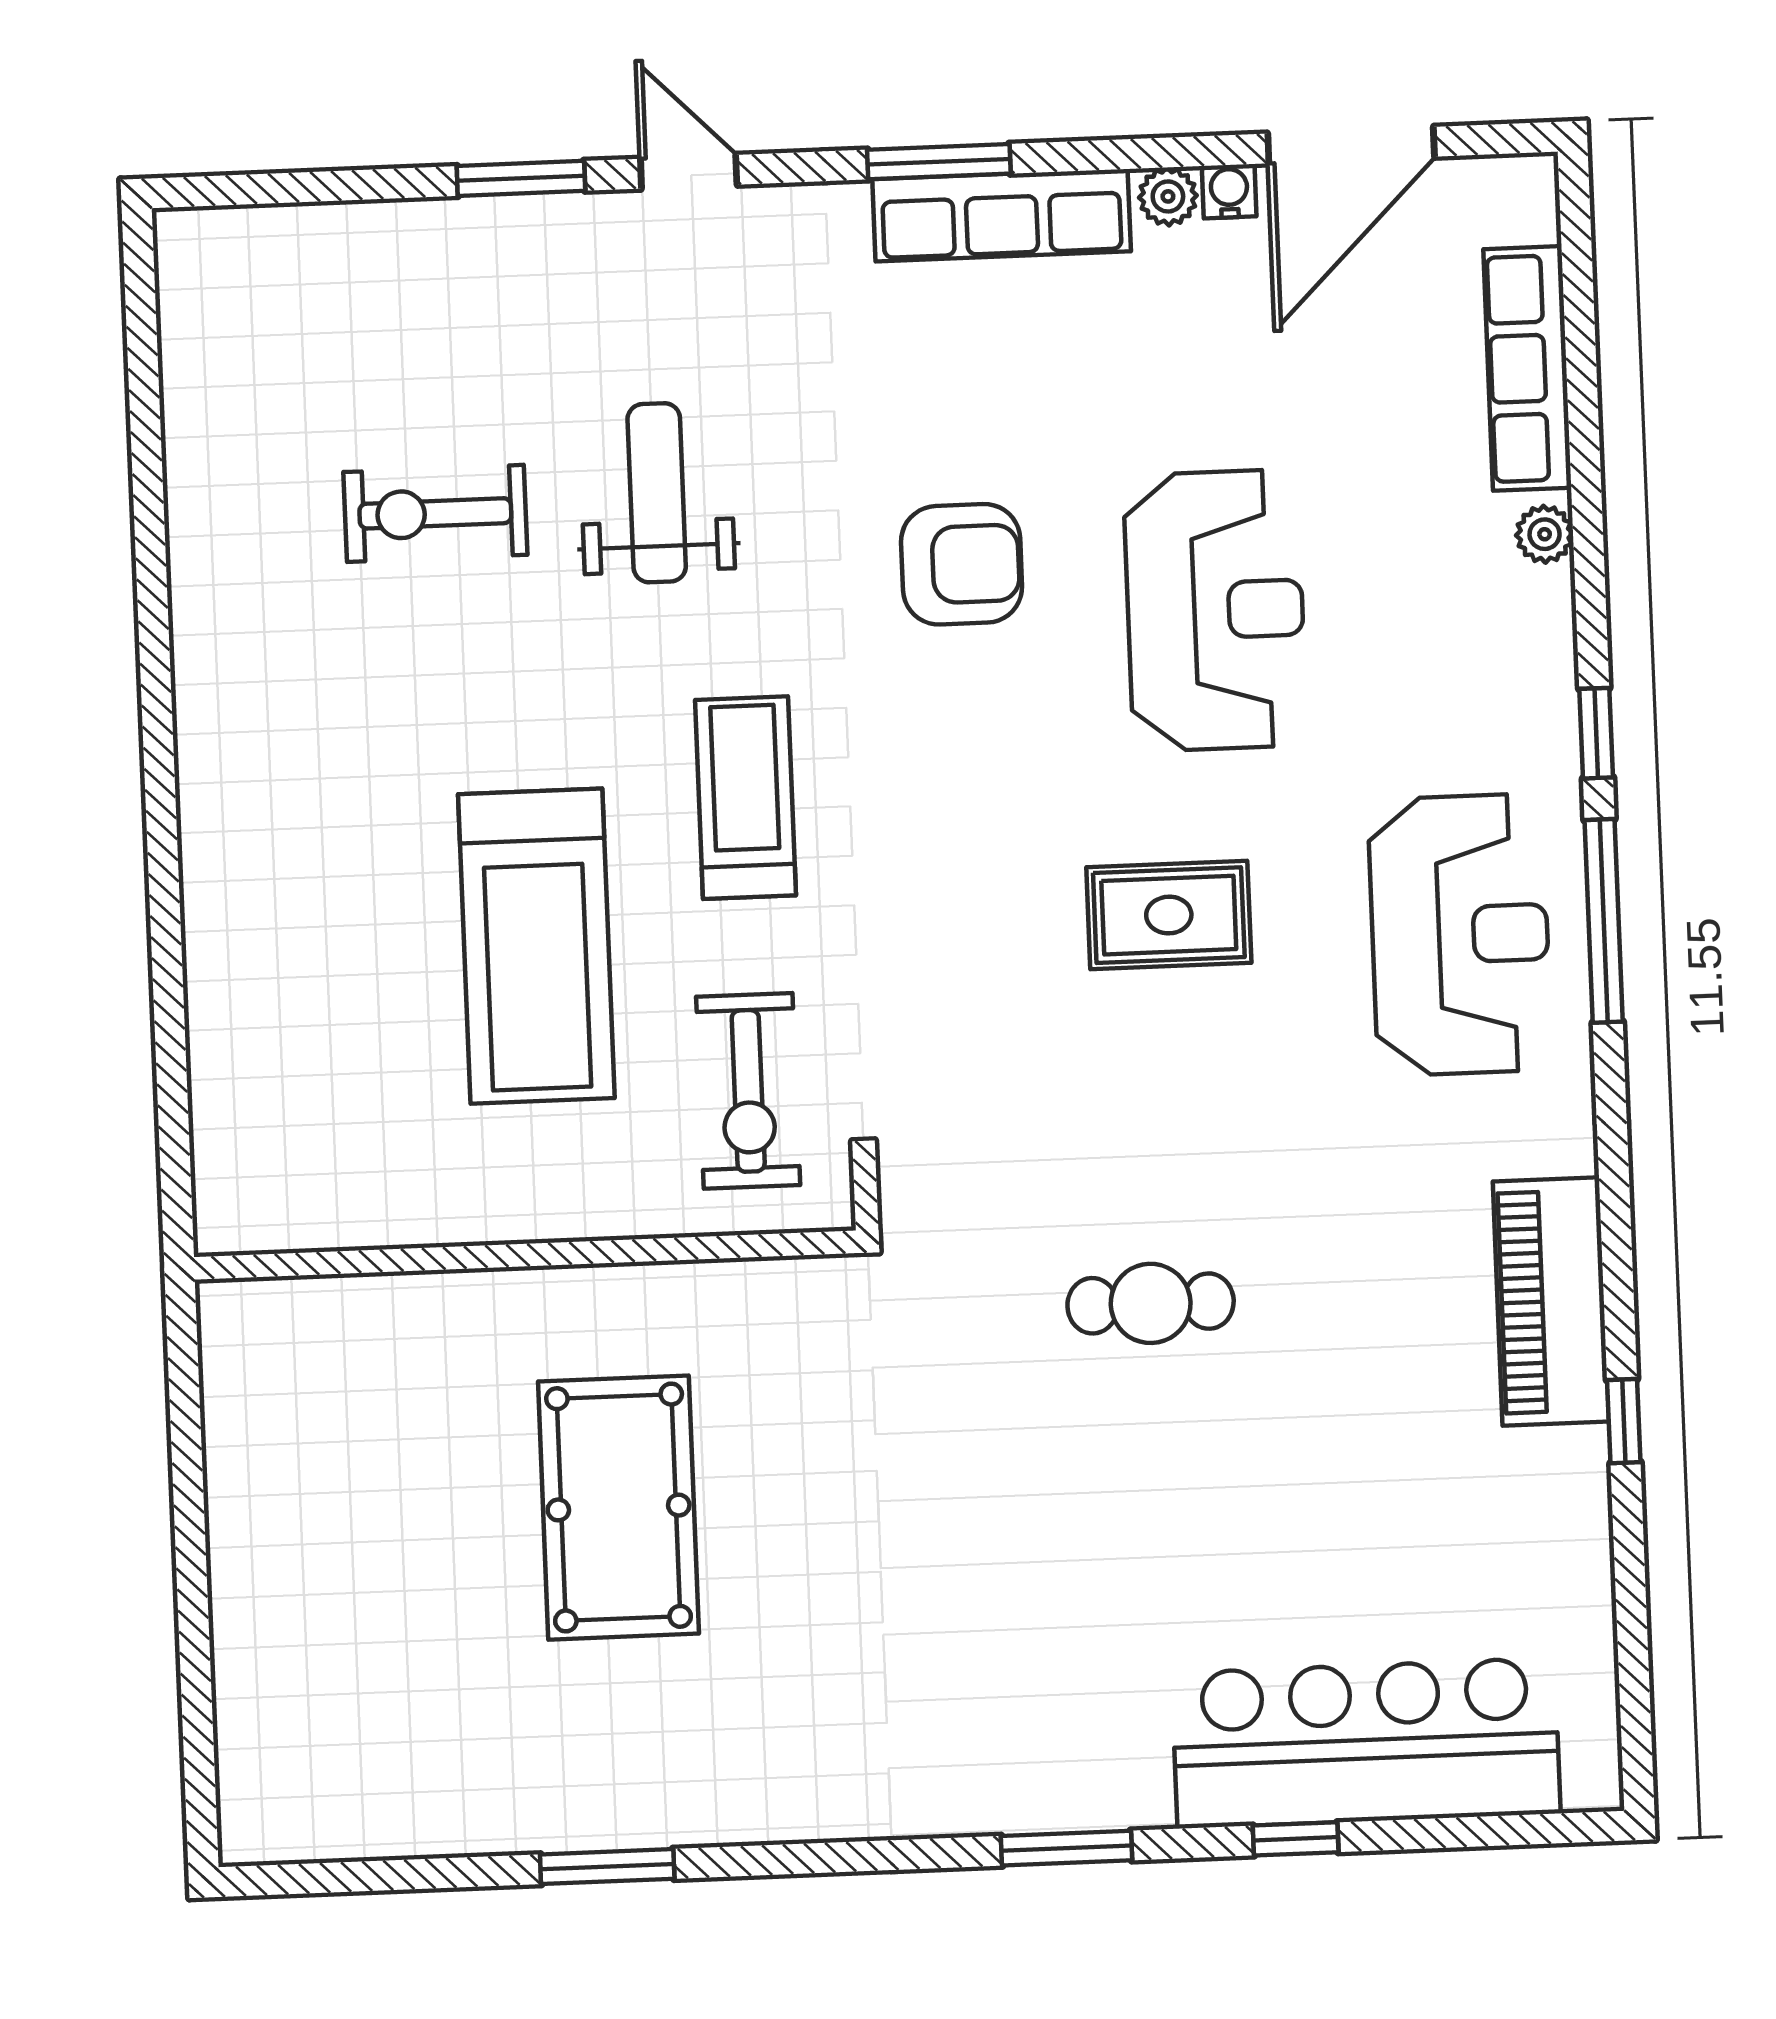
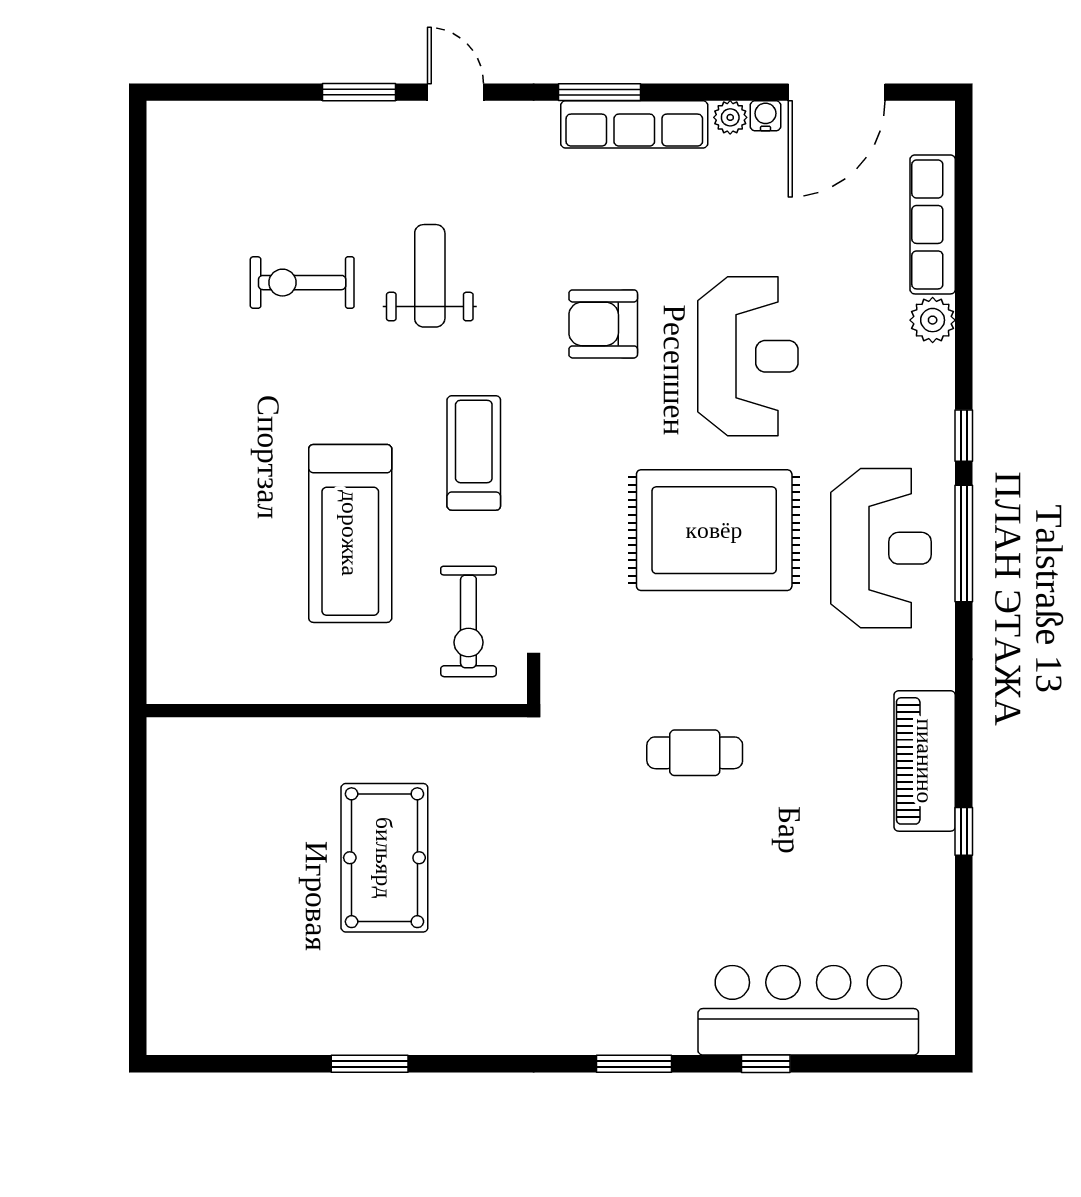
plant: (1545, 534) -> (933, 320), width x1.38, depth x1.38
armchair: (962, 564) -> (603, 324), turned 180
rug: (1169, 915) -> (714, 530), width x1.86, depth x2.06

